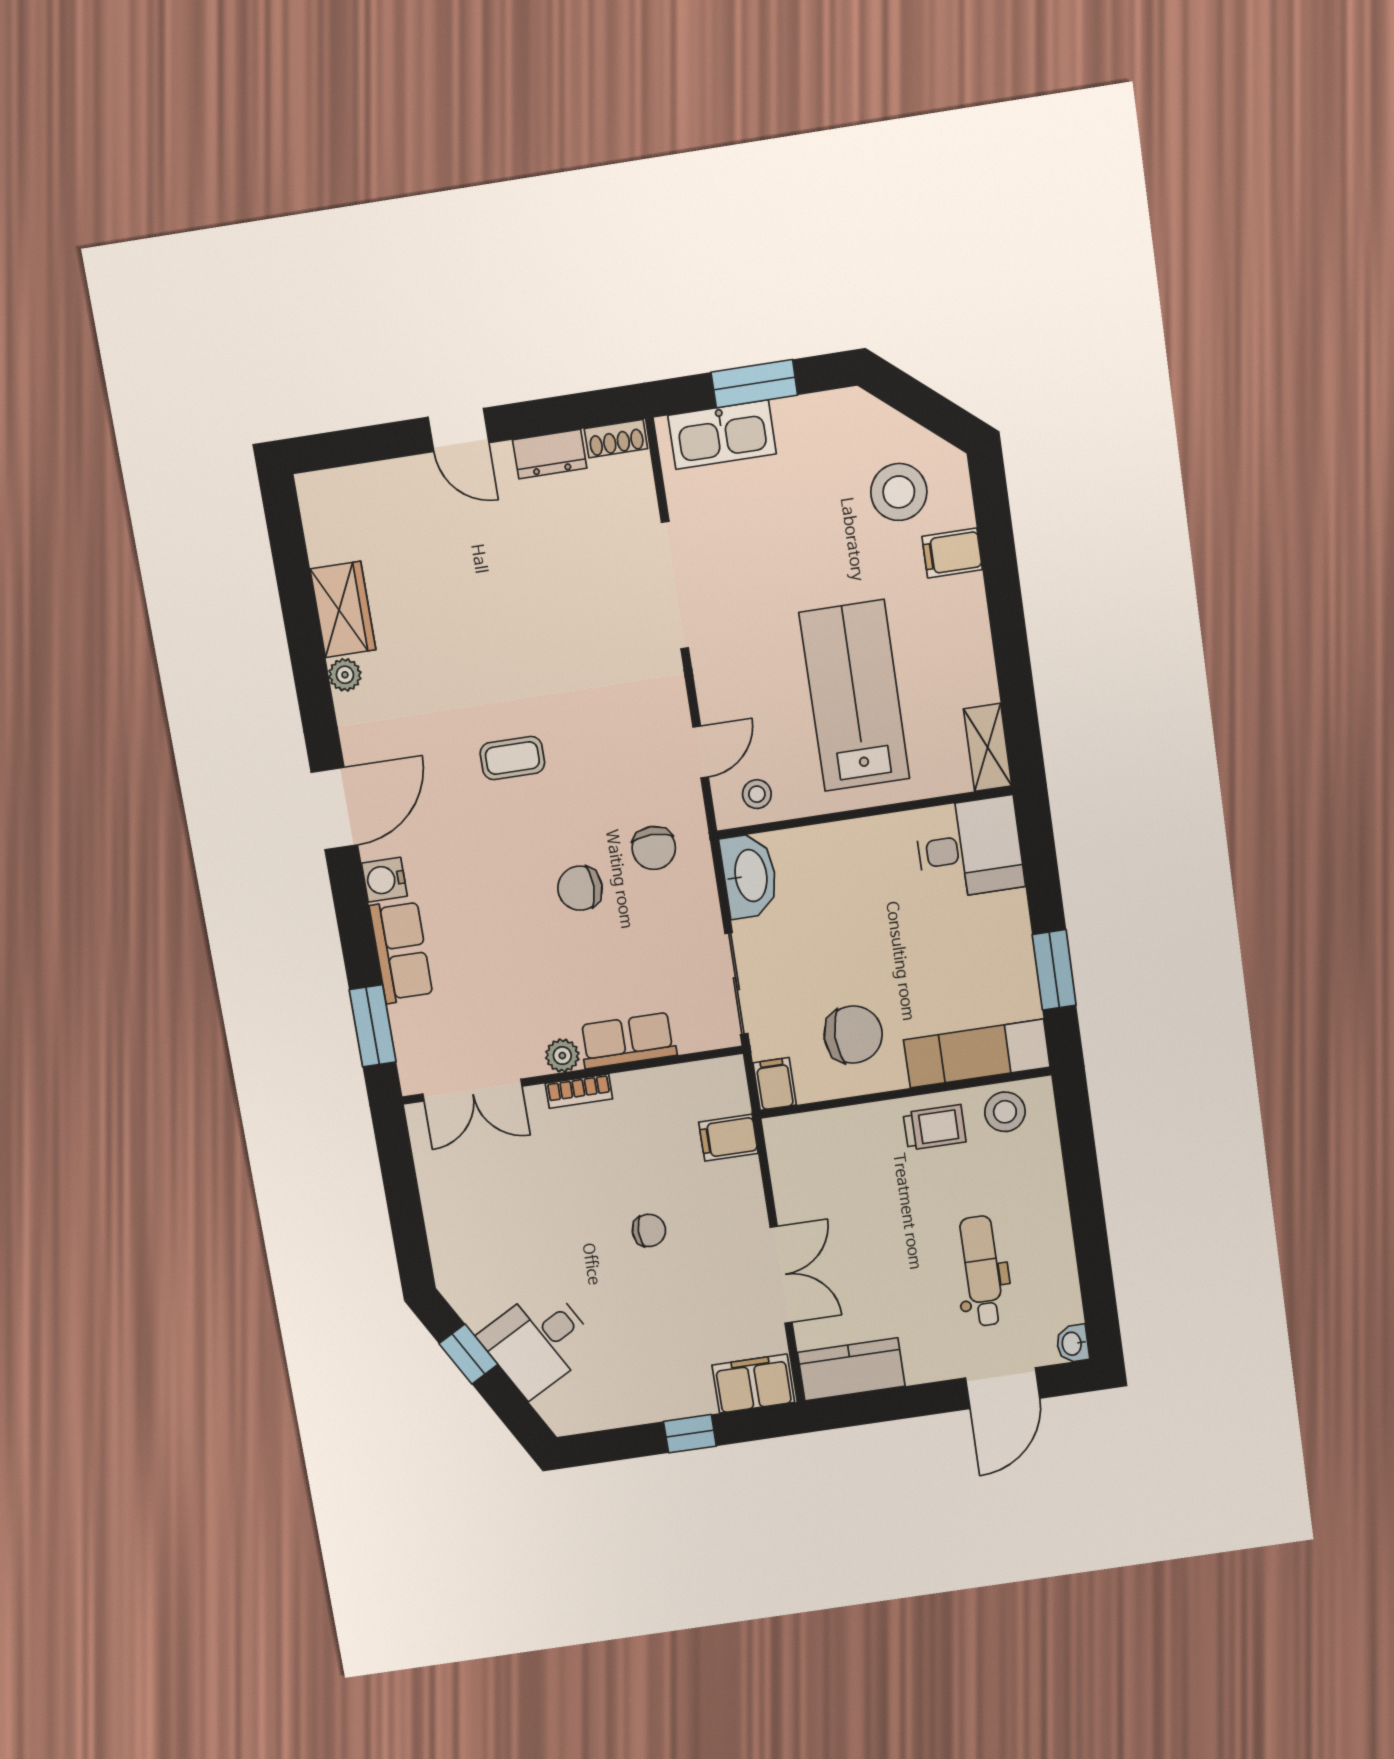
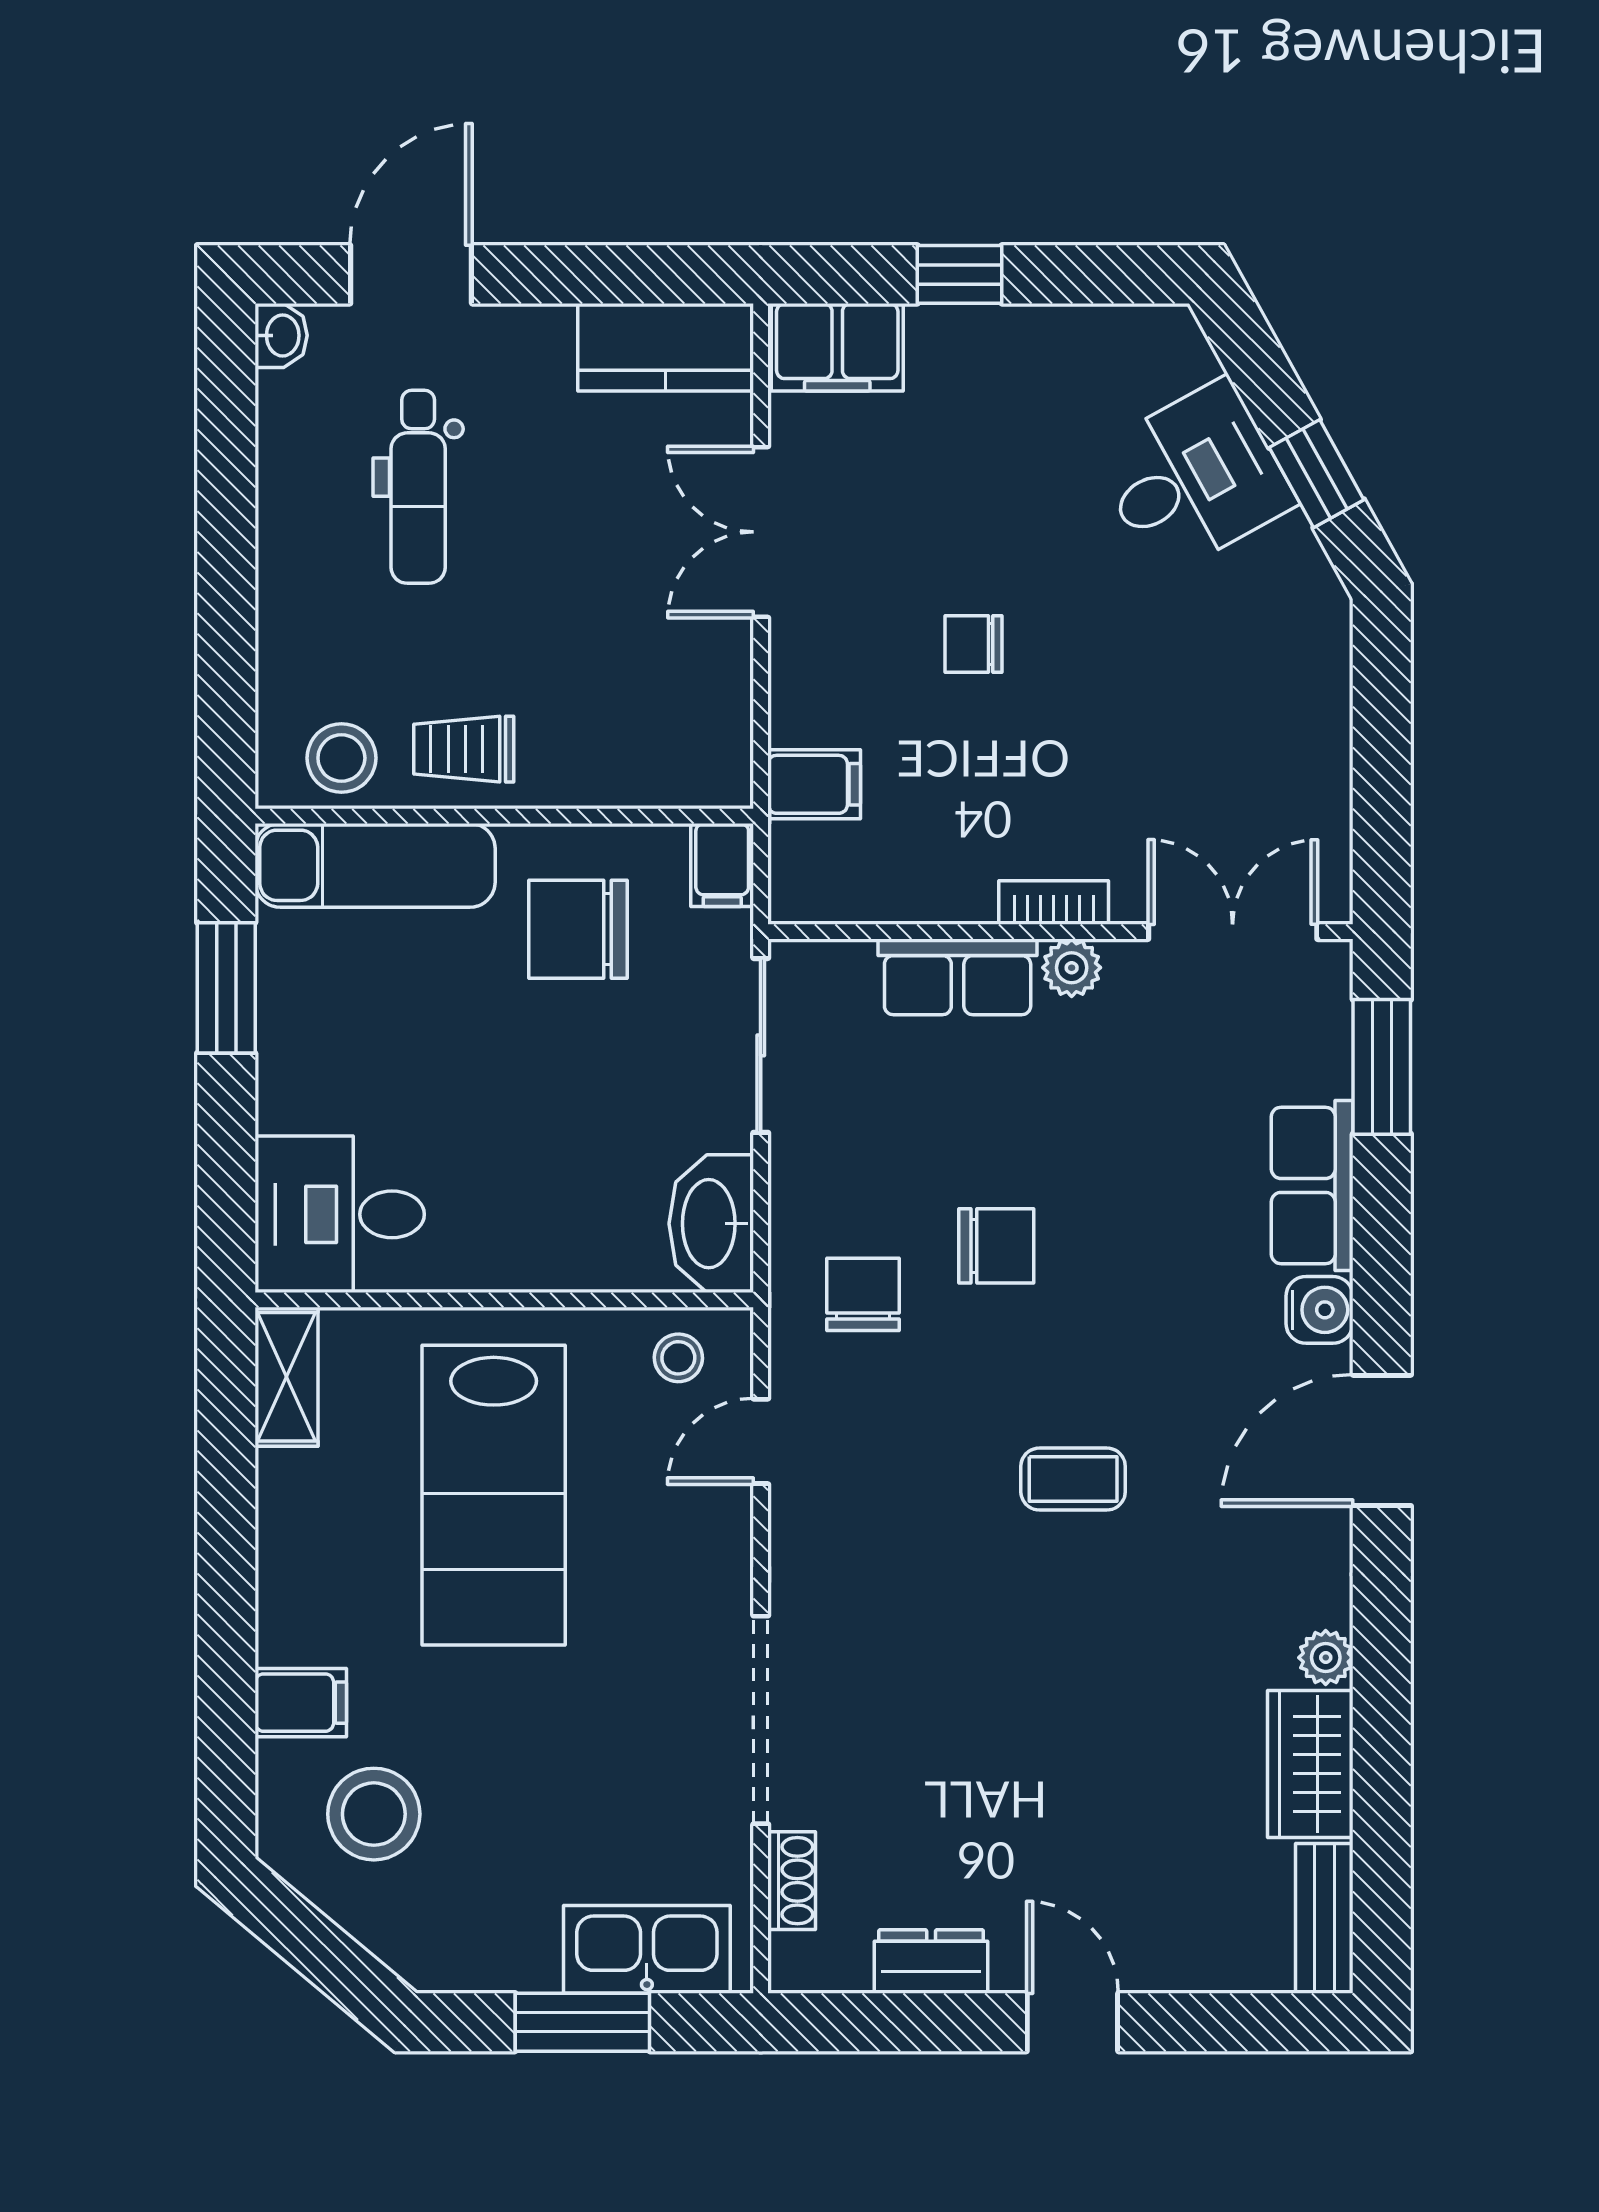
shoe rack: (616, 439) -> (792, 1881), moved, turned 90
bench: (318, 517) -> (1324, 1918), added

